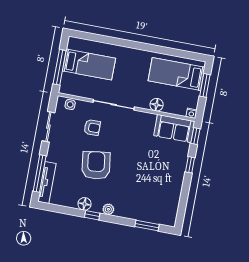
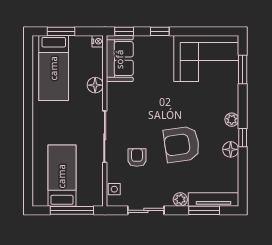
plant: (52, 156) -> (180, 199), added
window: (40, 173) -> (204, 210), width x0.69
corner sofa: (161, 198) -> (206, 58), added

